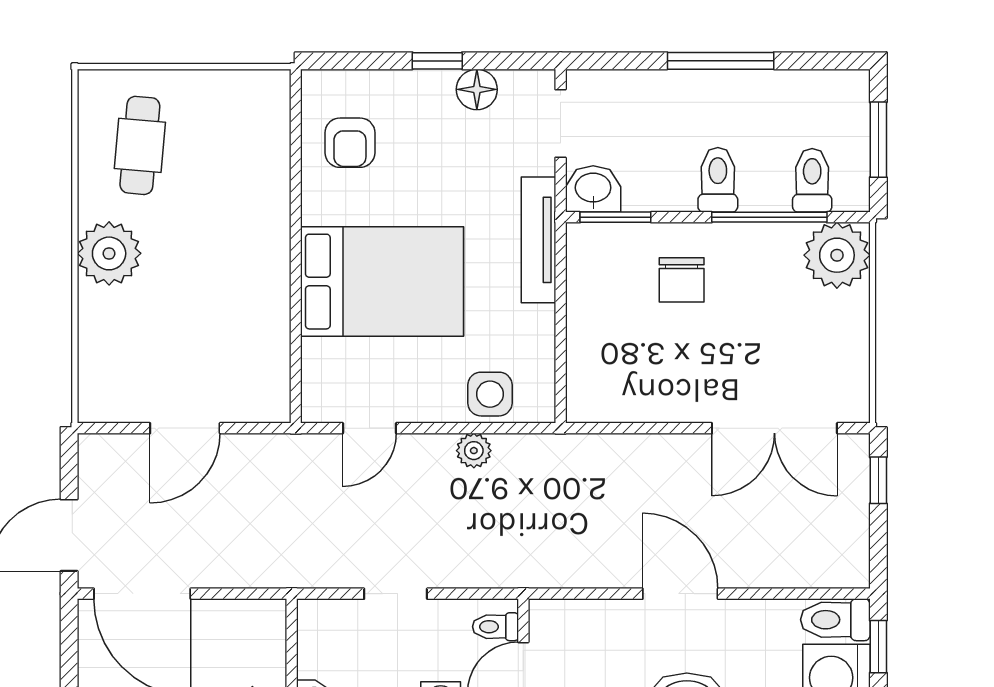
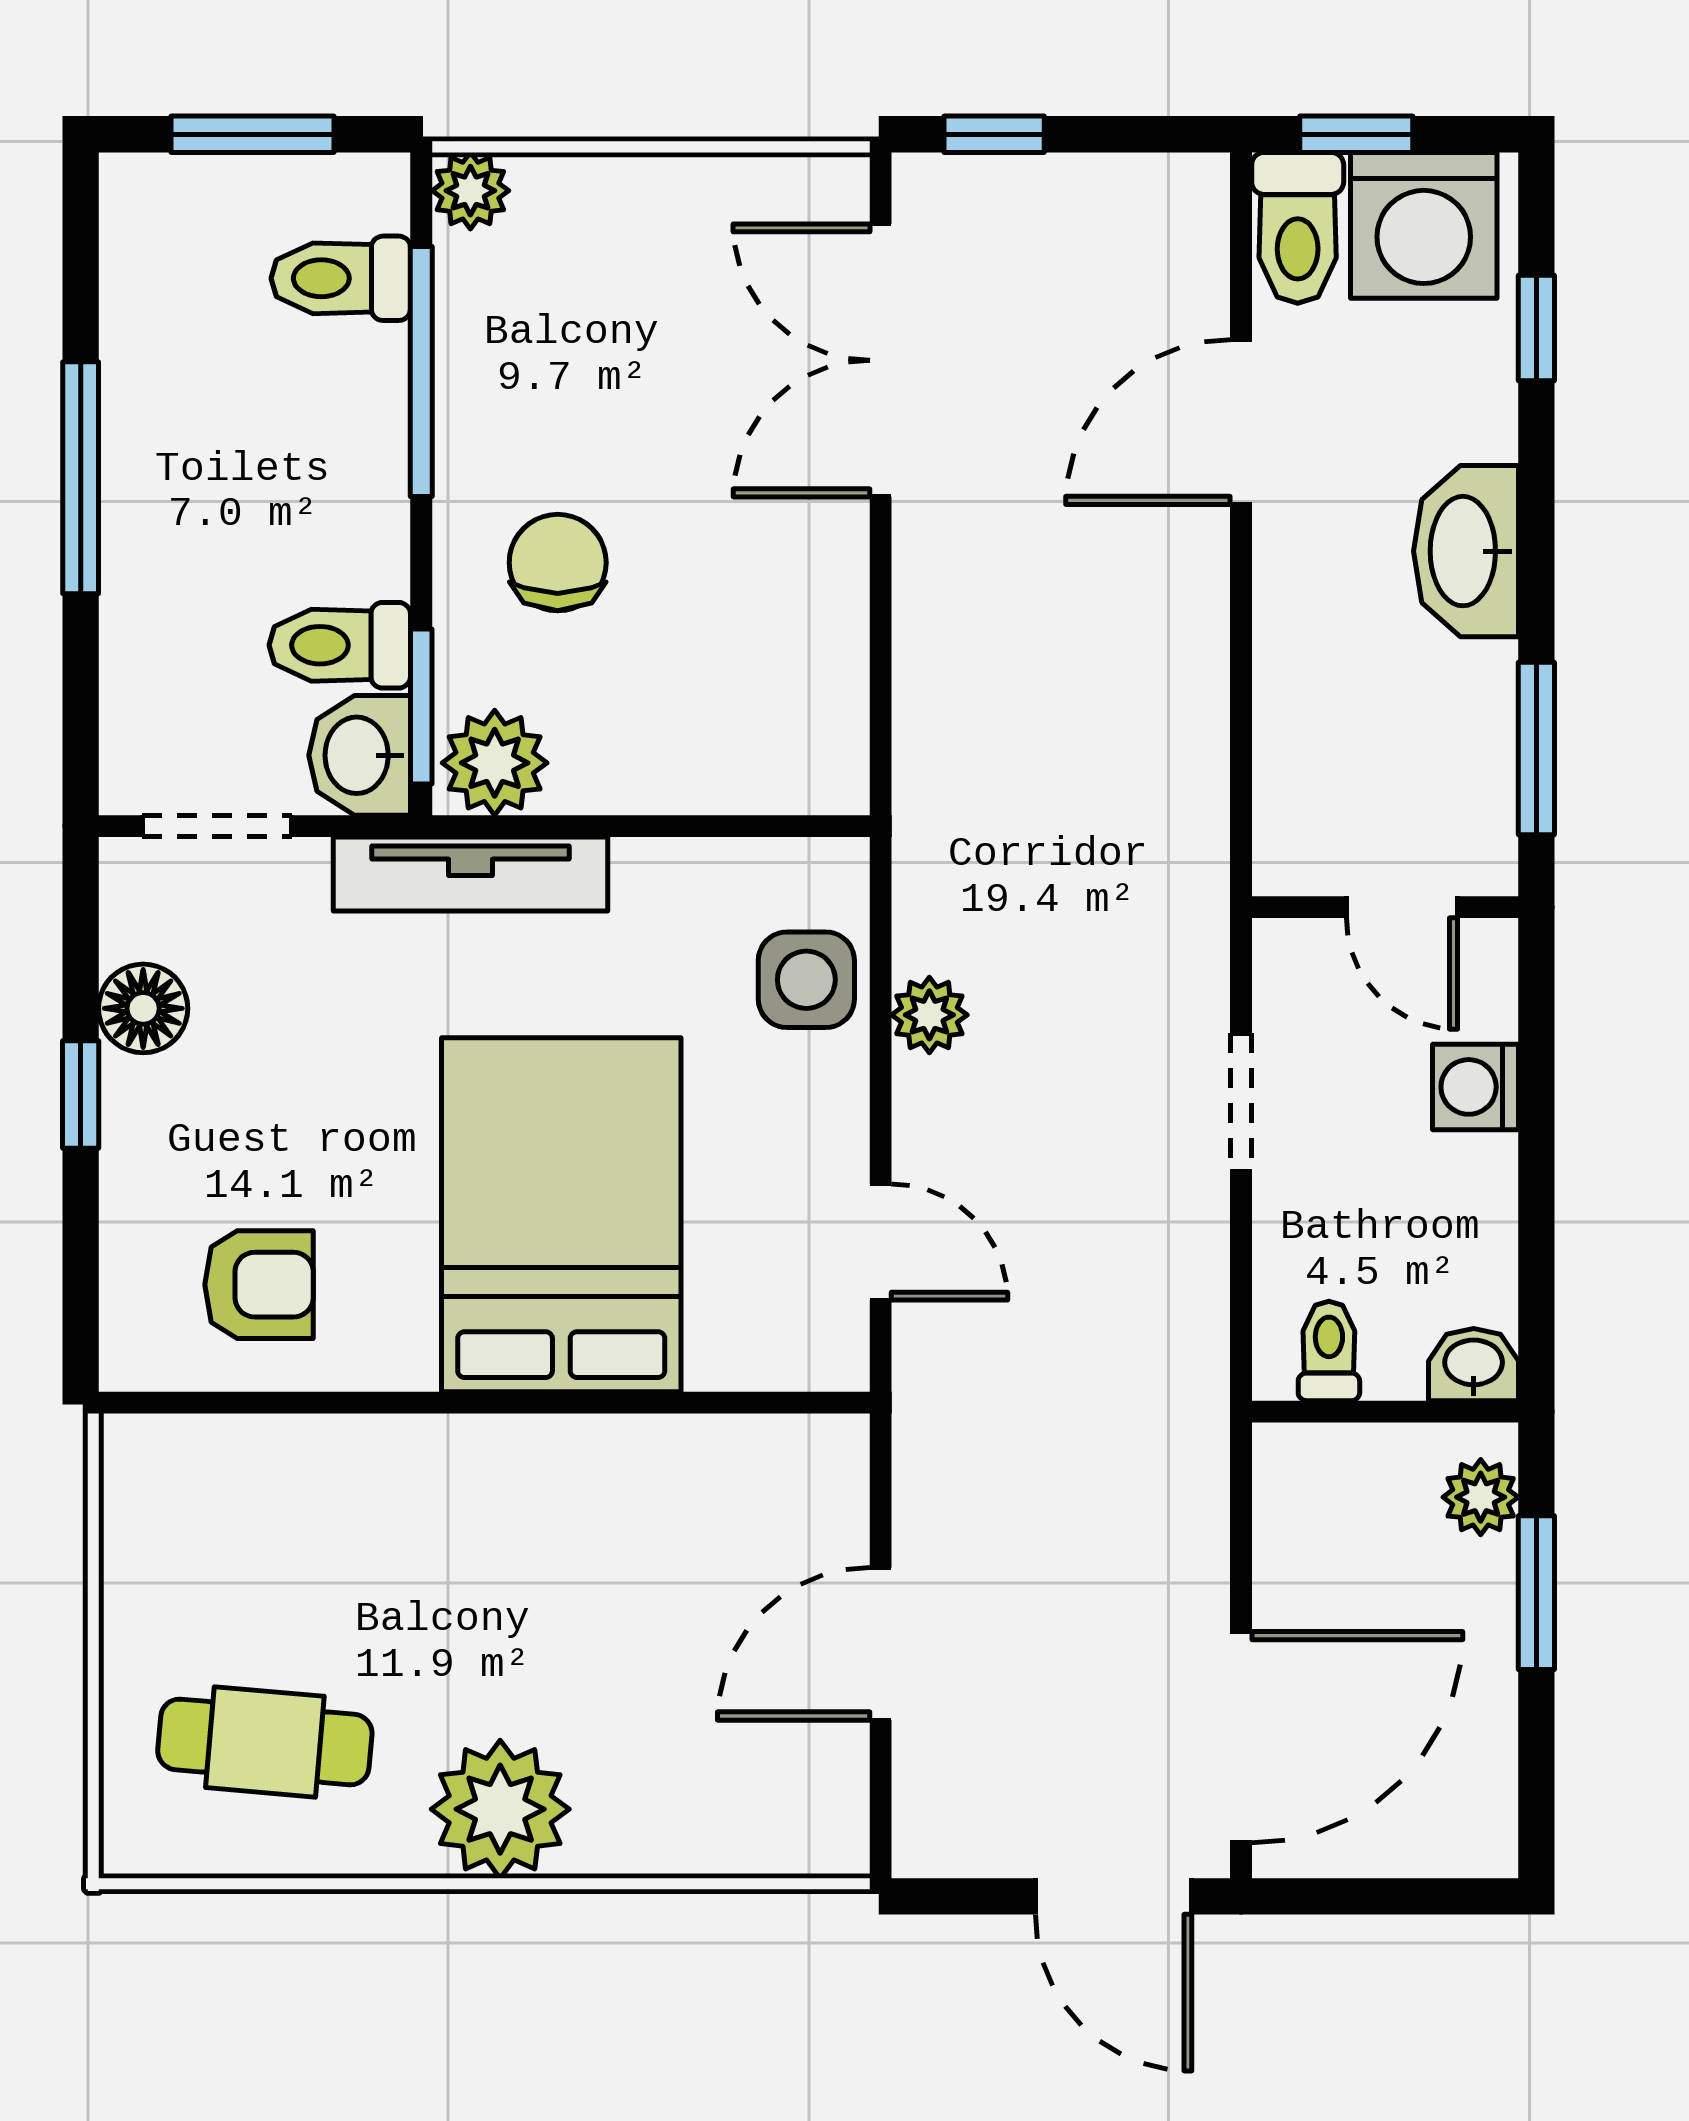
toilet: (718, 180) -> (340, 645), moved
plant: (590, 251) -> (495, 763), added
plant: (837, 255) -> (470, 191), width x0.53, depth x0.53
chair: (682, 280) -> (558, 563), turned -90
door: (185, 428) -> (881, 1644), swing flipped
double door: (774, 428) -> (881, 360), swing flipped
doorway: (396, 594) -> (1241, 1102), moved
door: (680, 594) -> (1241, 422), moved
toilet: (495, 627) -> (1329, 1351), moved, turned 180

